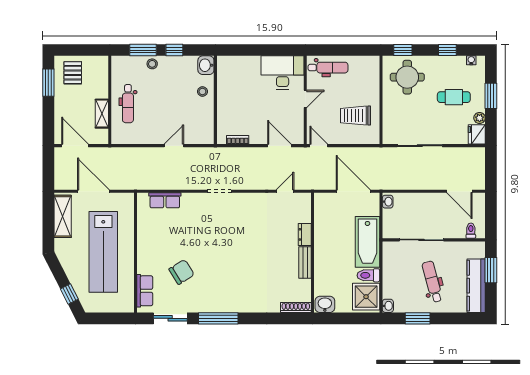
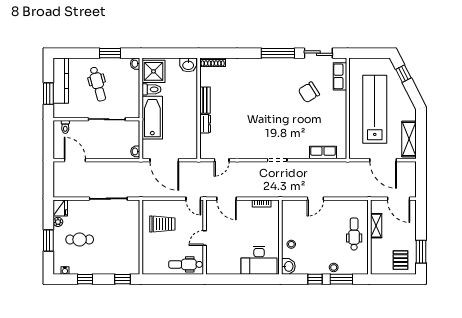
desk: (283, 73) -> (259, 260), moved
round table: (407, 77) -> (119, 256), removed

